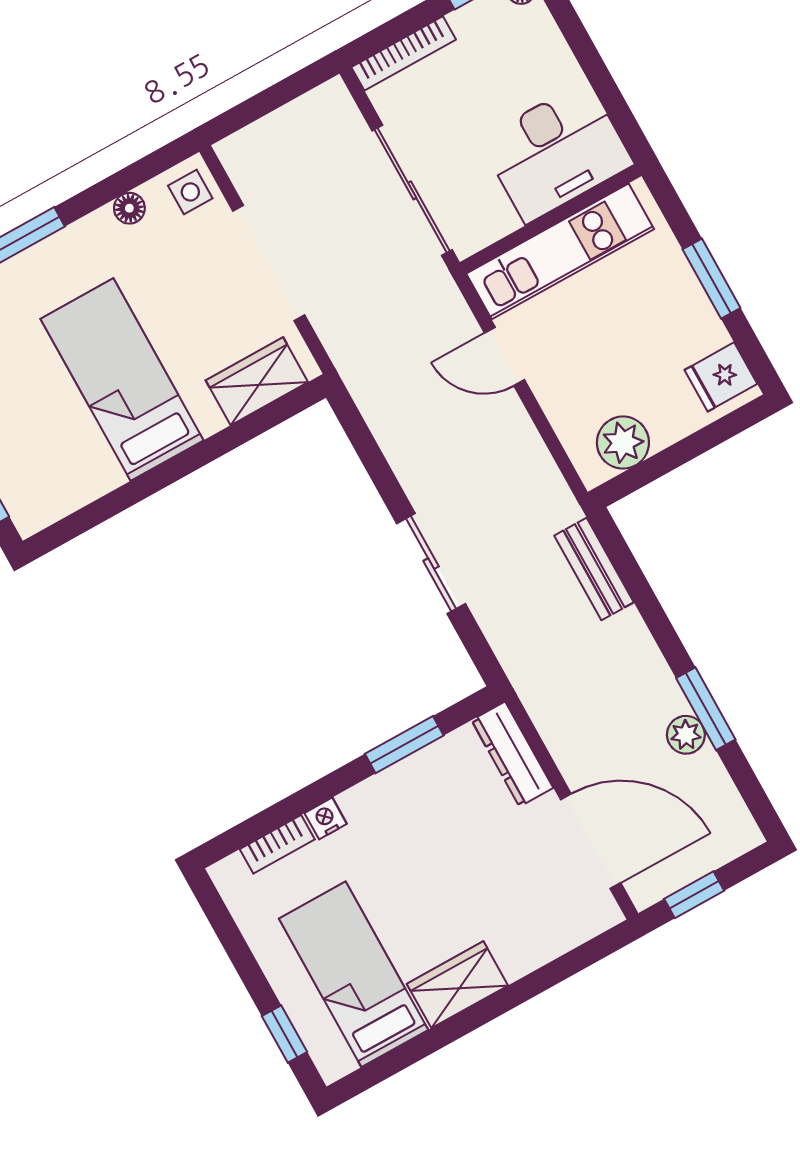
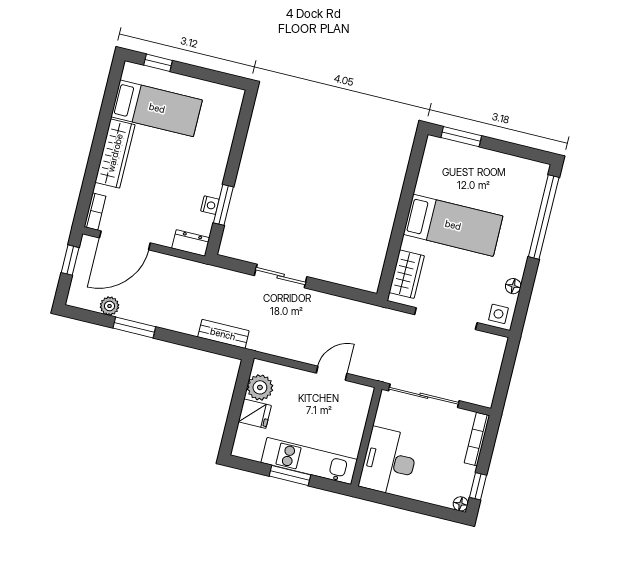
kitchen unit: (560, 251) -> (309, 461), moved, turned 90
fridge: (721, 377) -> (255, 414), moved, turned 90
plant: (686, 735) -> (109, 306), moved
dresser: (512, 754) -> (191, 243), width x0.70
nightstand: (326, 818) -> (210, 205), moved
bookcase: (277, 844) -> (95, 212), moved, turned 180
wardrobe: (457, 985) -> (115, 153), width x1.50

